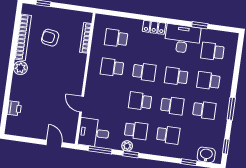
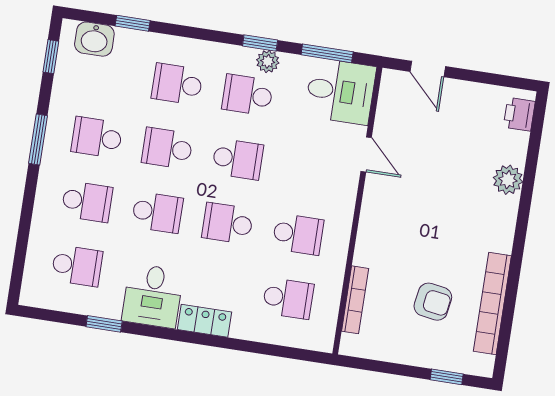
desk: (182, 39) -> (153, 296), width x0.73
plant: (20, 68) -> (508, 180), moved
printer: (14, 108) -> (519, 114), moved

